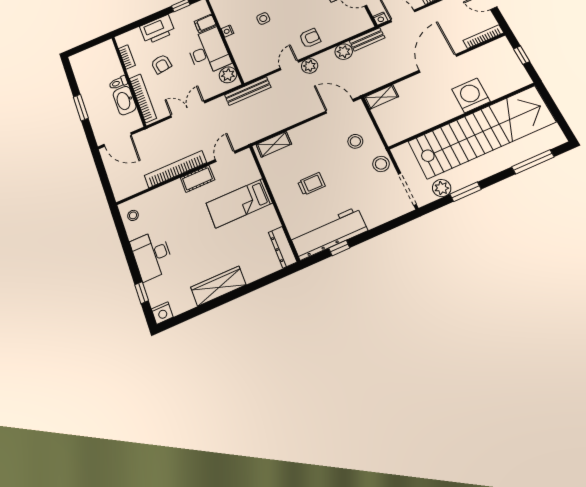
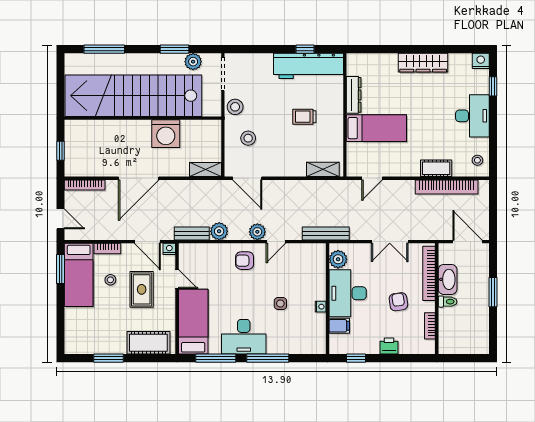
printer: (157, 29) -> (389, 346), width x0.53, depth x0.68
washing machine: (471, 95) -> (166, 134), moved
bookcase: (175, 169) -> (447, 187), moved
cot: (197, 179) -> (436, 168), moved
dresser: (283, 247) -> (354, 95), moved

